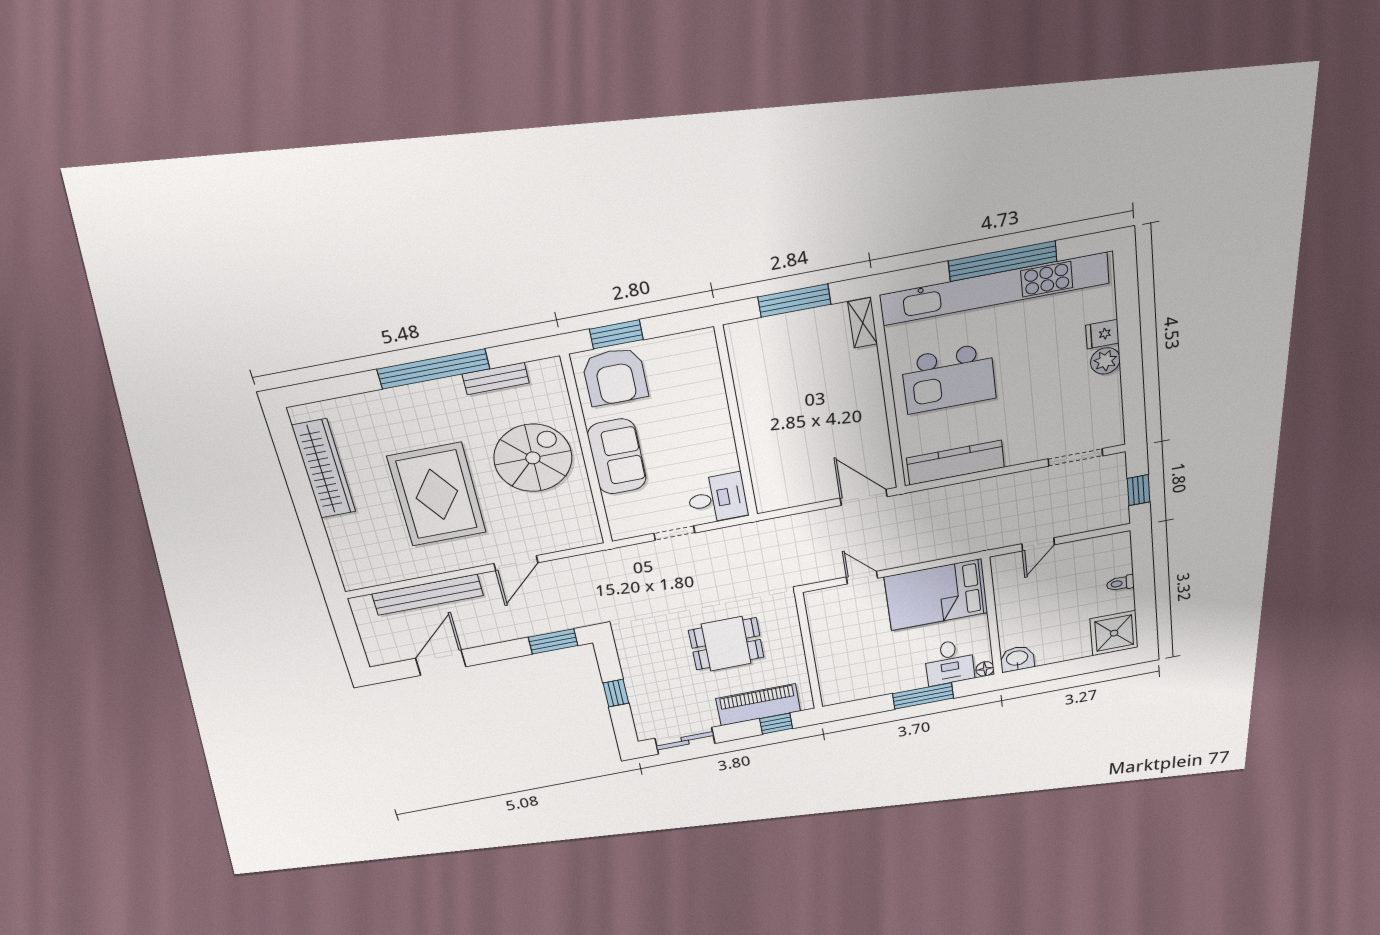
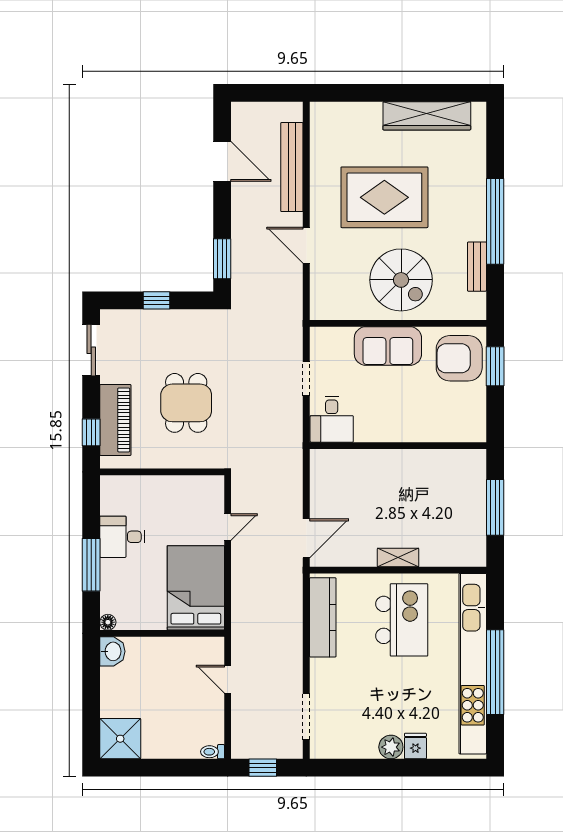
shelving: (863, 323) -> (398, 558), moved
kitchen island: (949, 378) -> (402, 620), turned 180
toilet: (1120, 583) -> (213, 752), moved, turned -90
desk: (949, 662) -> (122, 537), moved

